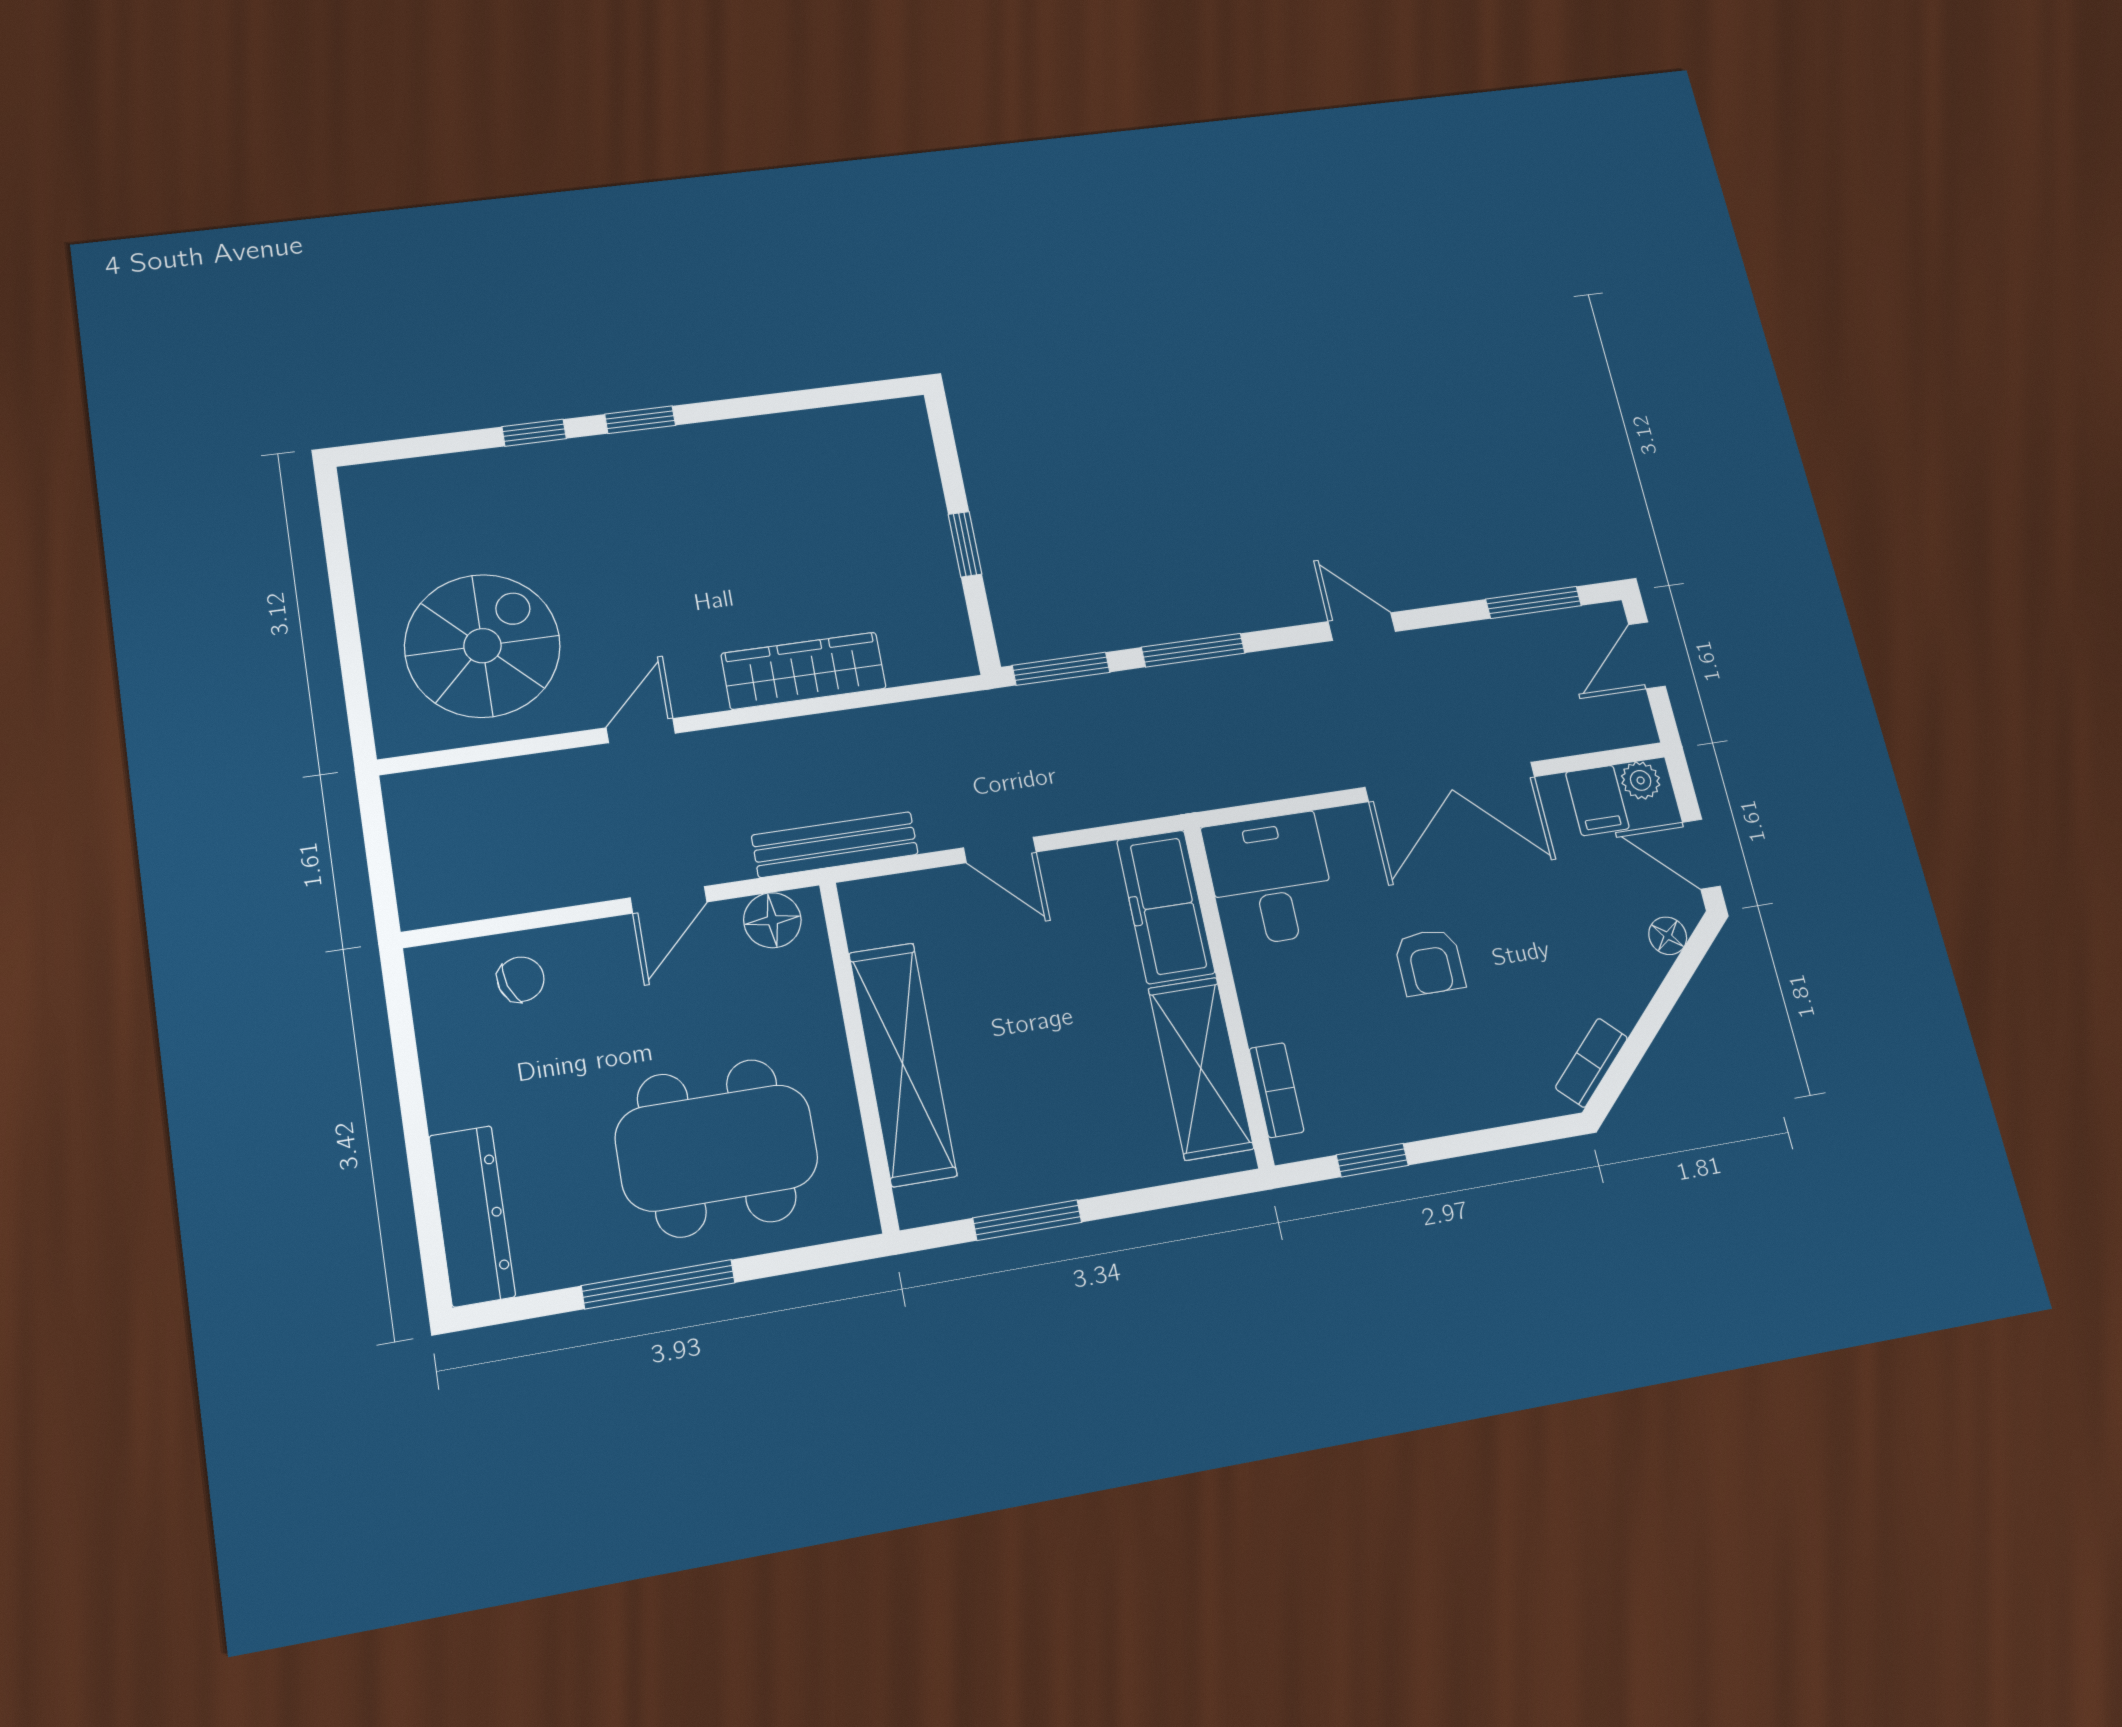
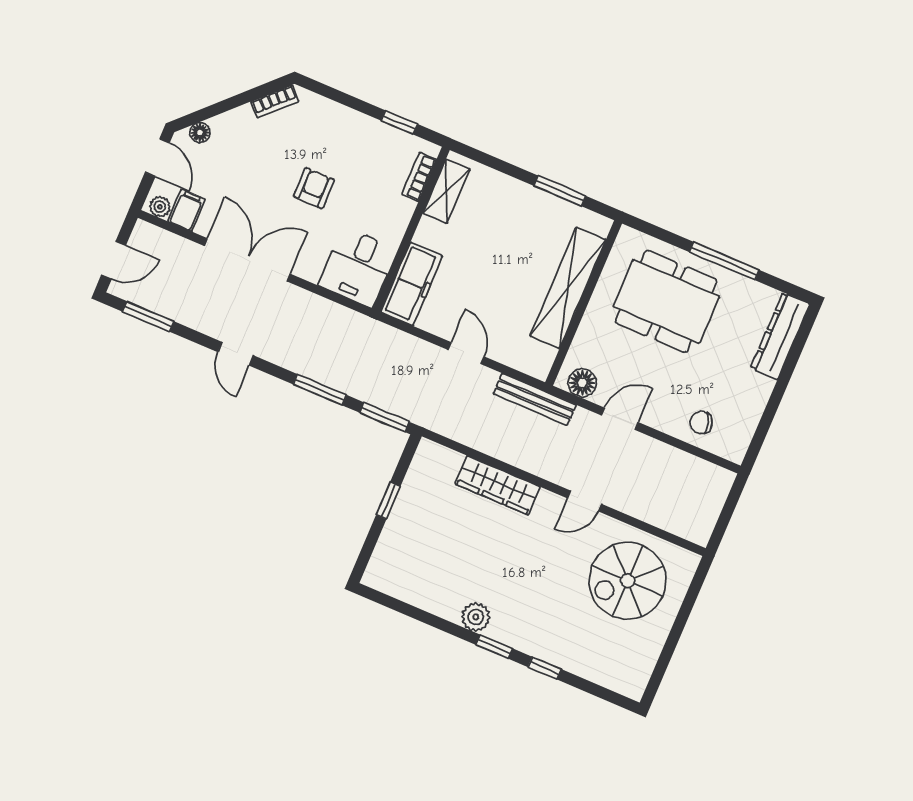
plant: (701, 448) -> (476, 617), added
shelving: (1201, 1068) -> (446, 191), width x0.67, depth x0.75

